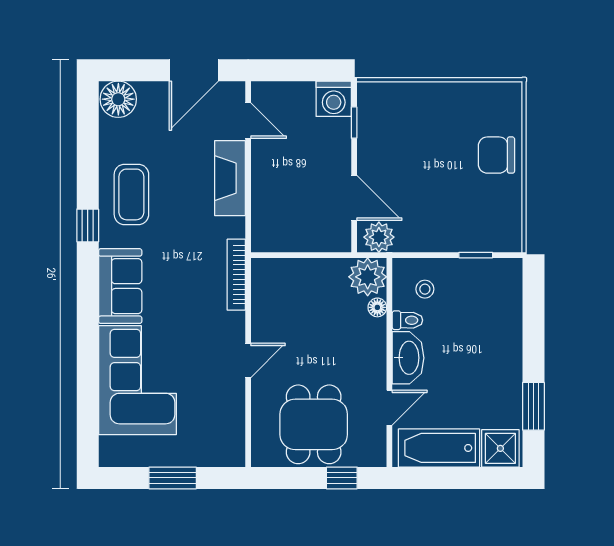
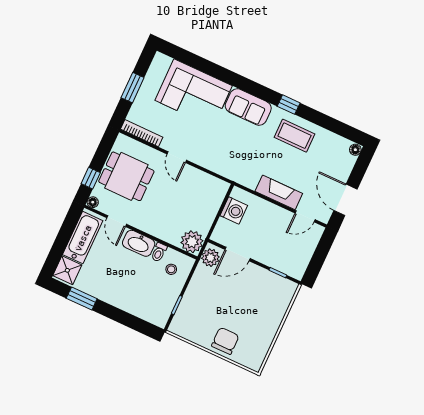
floor lamp: (118, 99) -> (355, 150), width x0.53, depth x0.53
washing machine: (334, 99) -> (234, 210), moved, turned 180
bookcase: (236, 275) -> (142, 133), moved
floor lamp: (377, 307) -> (93, 202), moved

